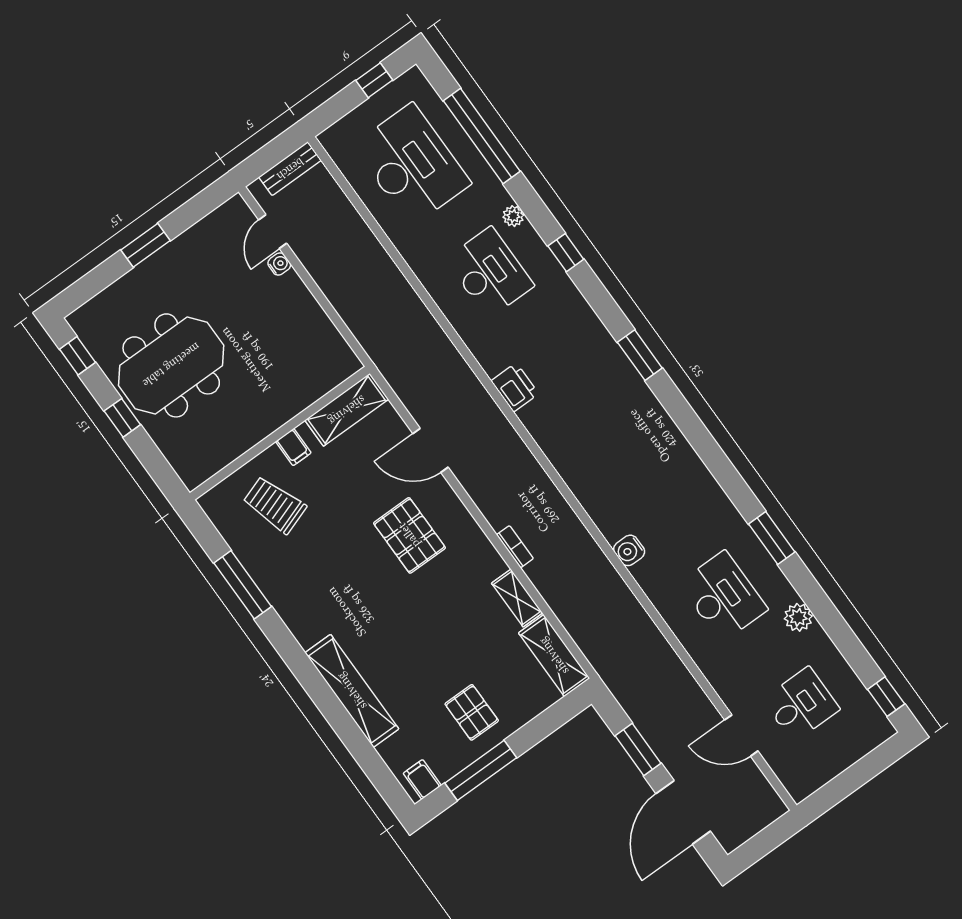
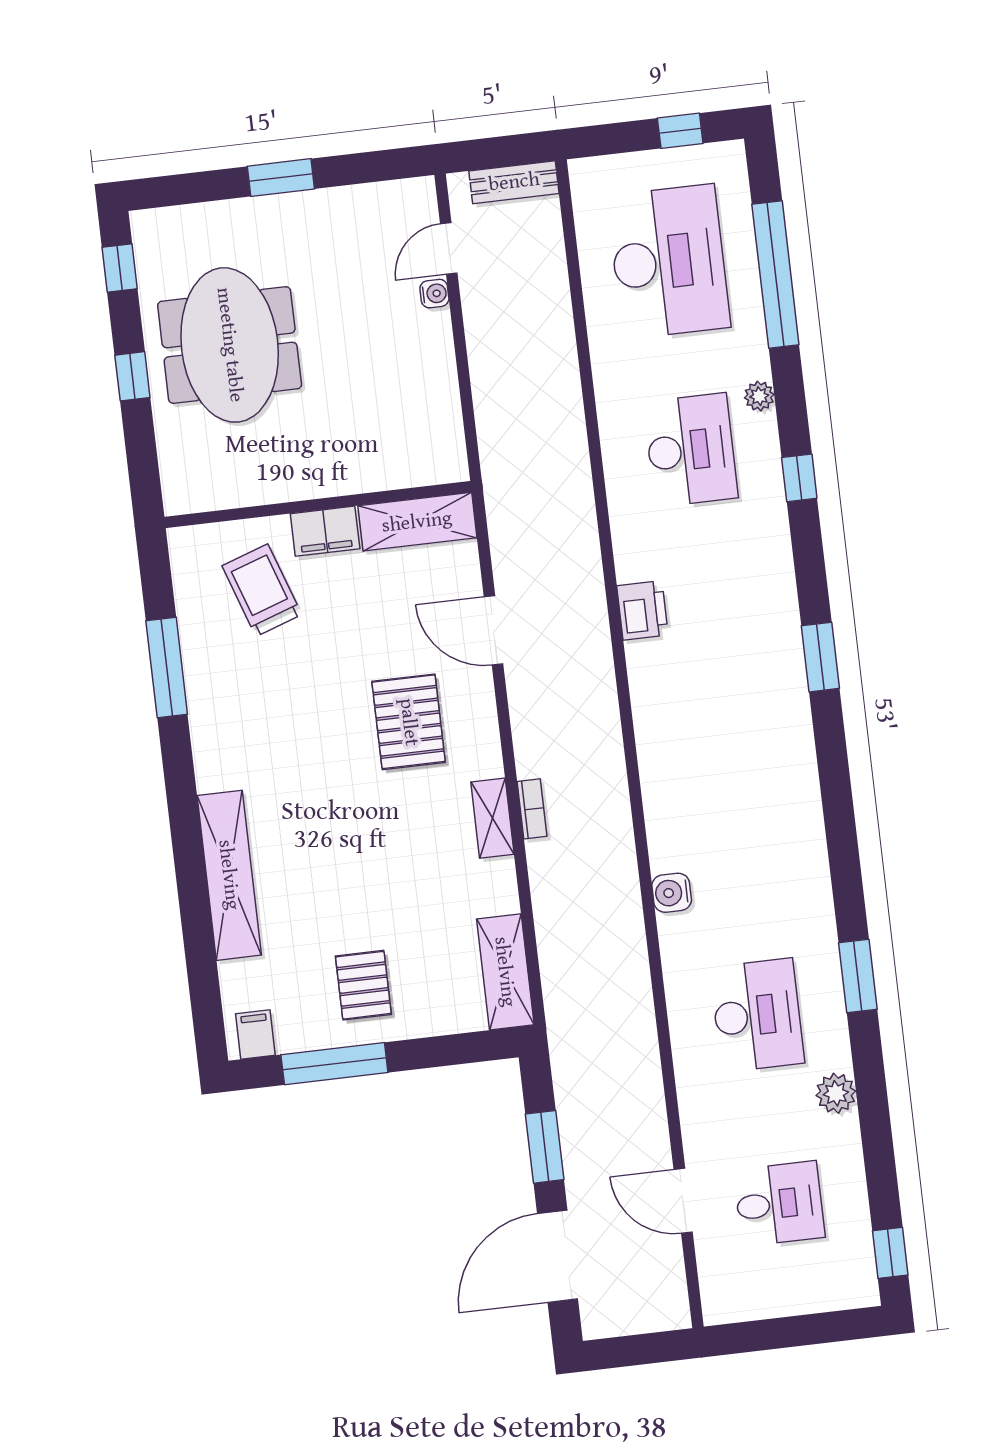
meeting table: (171, 365) -> (230, 345), turned 90
filing cabinet: (293, 447) -> (325, 531), width x2.00
shelving: (517, 598) -> (492, 818), moved

